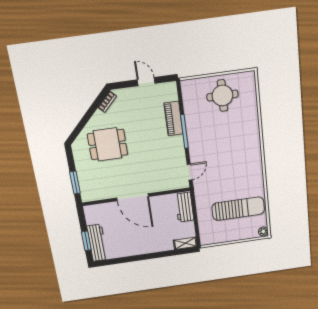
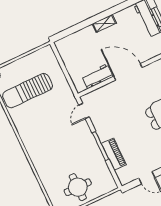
workbench: (184, 207) -> (97, 76), moved, turned -90
shelving: (185, 243) -> (104, 23), moved

